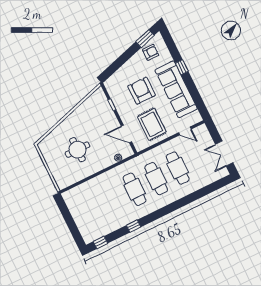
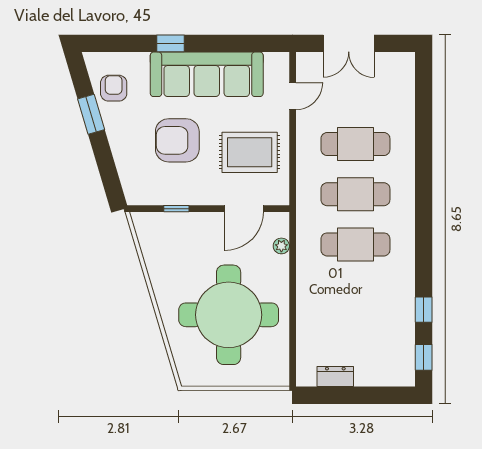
window: (145, 38) -> (91, 114), moved
round table: (77, 150) -> (229, 315), width x1.86, depth x1.86
double door: (224, 153) -> (349, 43), moved
dresser: (73, 209) -> (335, 377), added
window: (134, 226) -> (424, 310), moved

